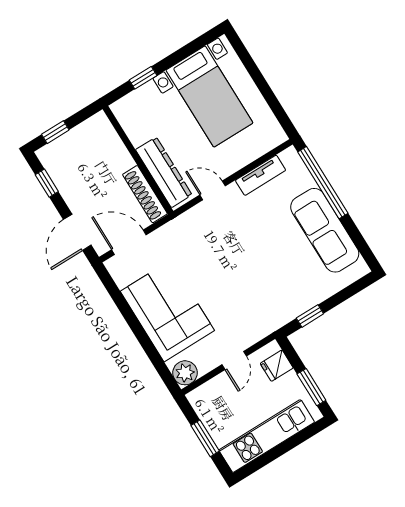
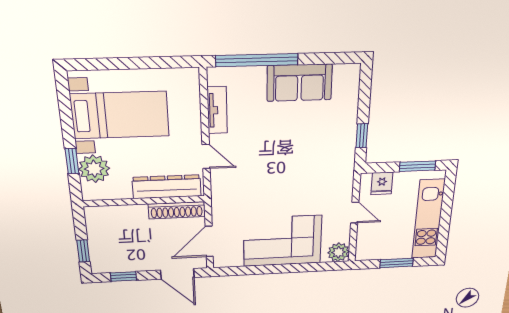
plant: (146, 100) -> (94, 169), added
door: (213, 190) -> (206, 157), swing flipped
sofa: (325, 230) -> (299, 83), width x0.73

